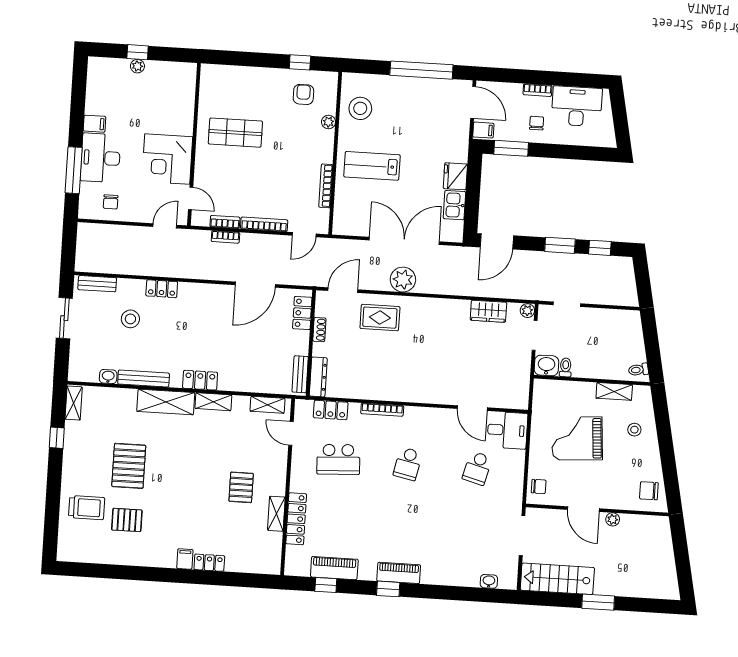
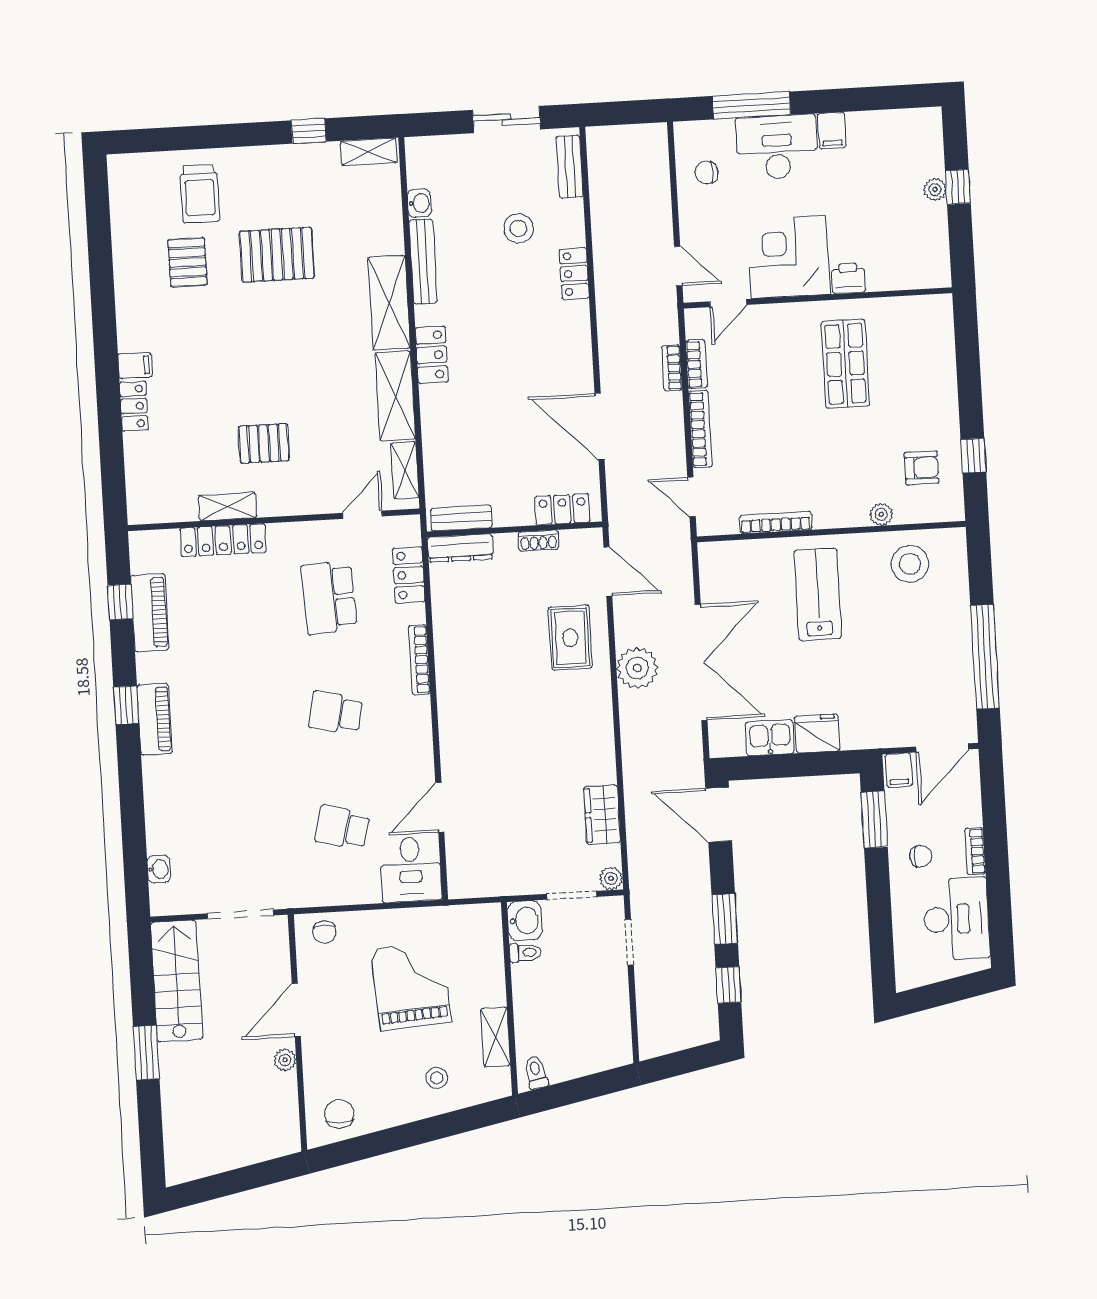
printer: (184, 125) -> (848, 278), added
shelving: (213, 402) -> (395, 396), width x1.50, depth x1.33

